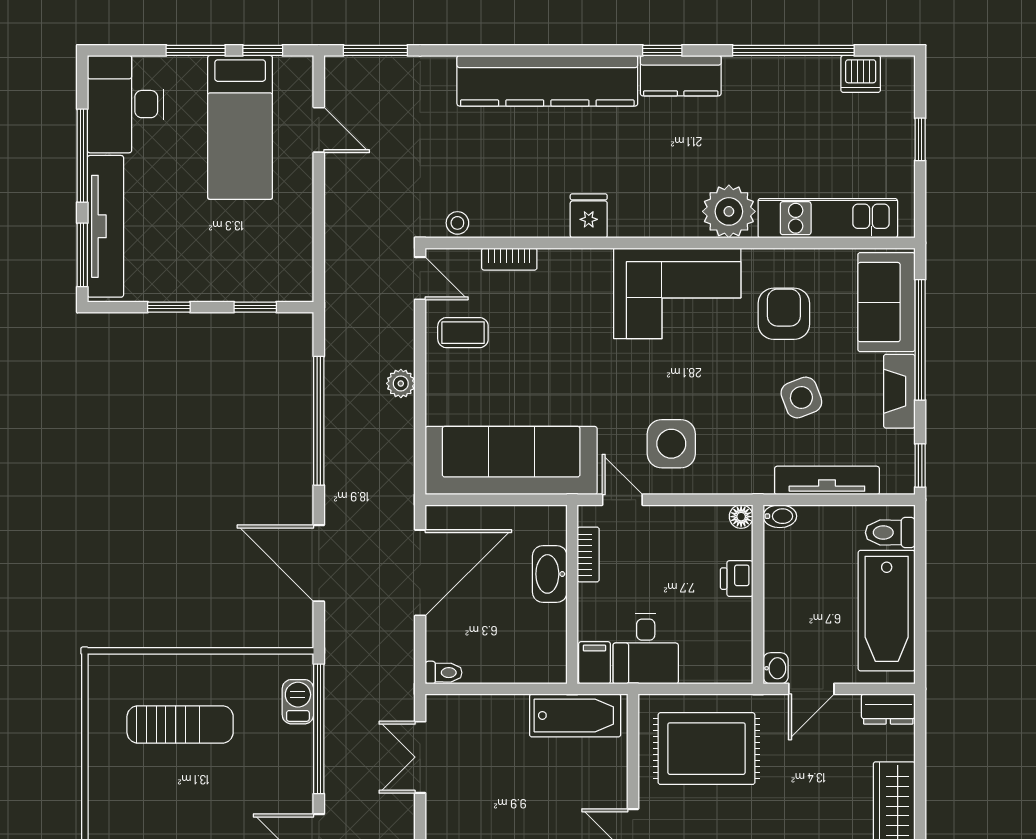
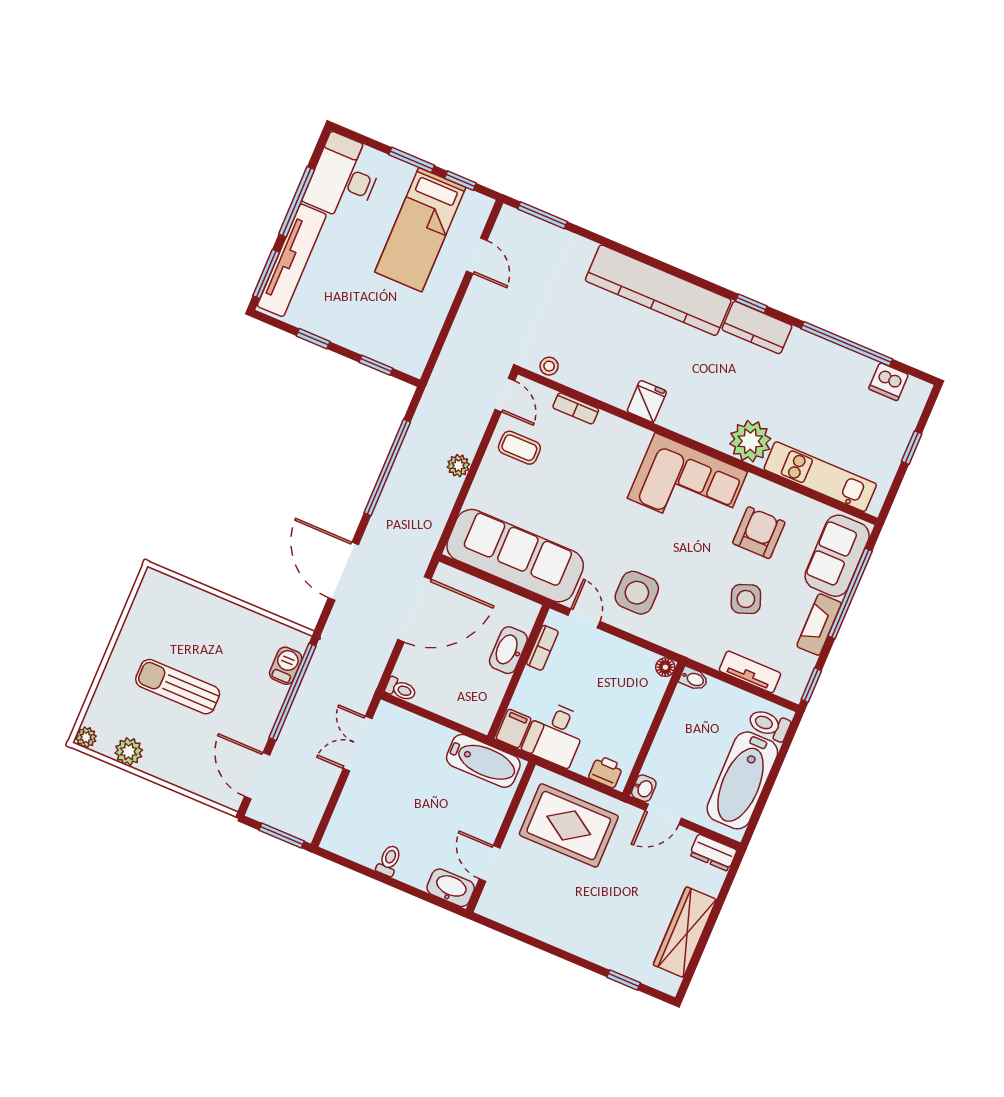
tv unit: (827, 480) -> (750, 672), width x0.71
printer: (737, 579) -> (606, 772), moved, turned 90
sun lounger: (180, 724) -> (178, 687), moved, turned 180

